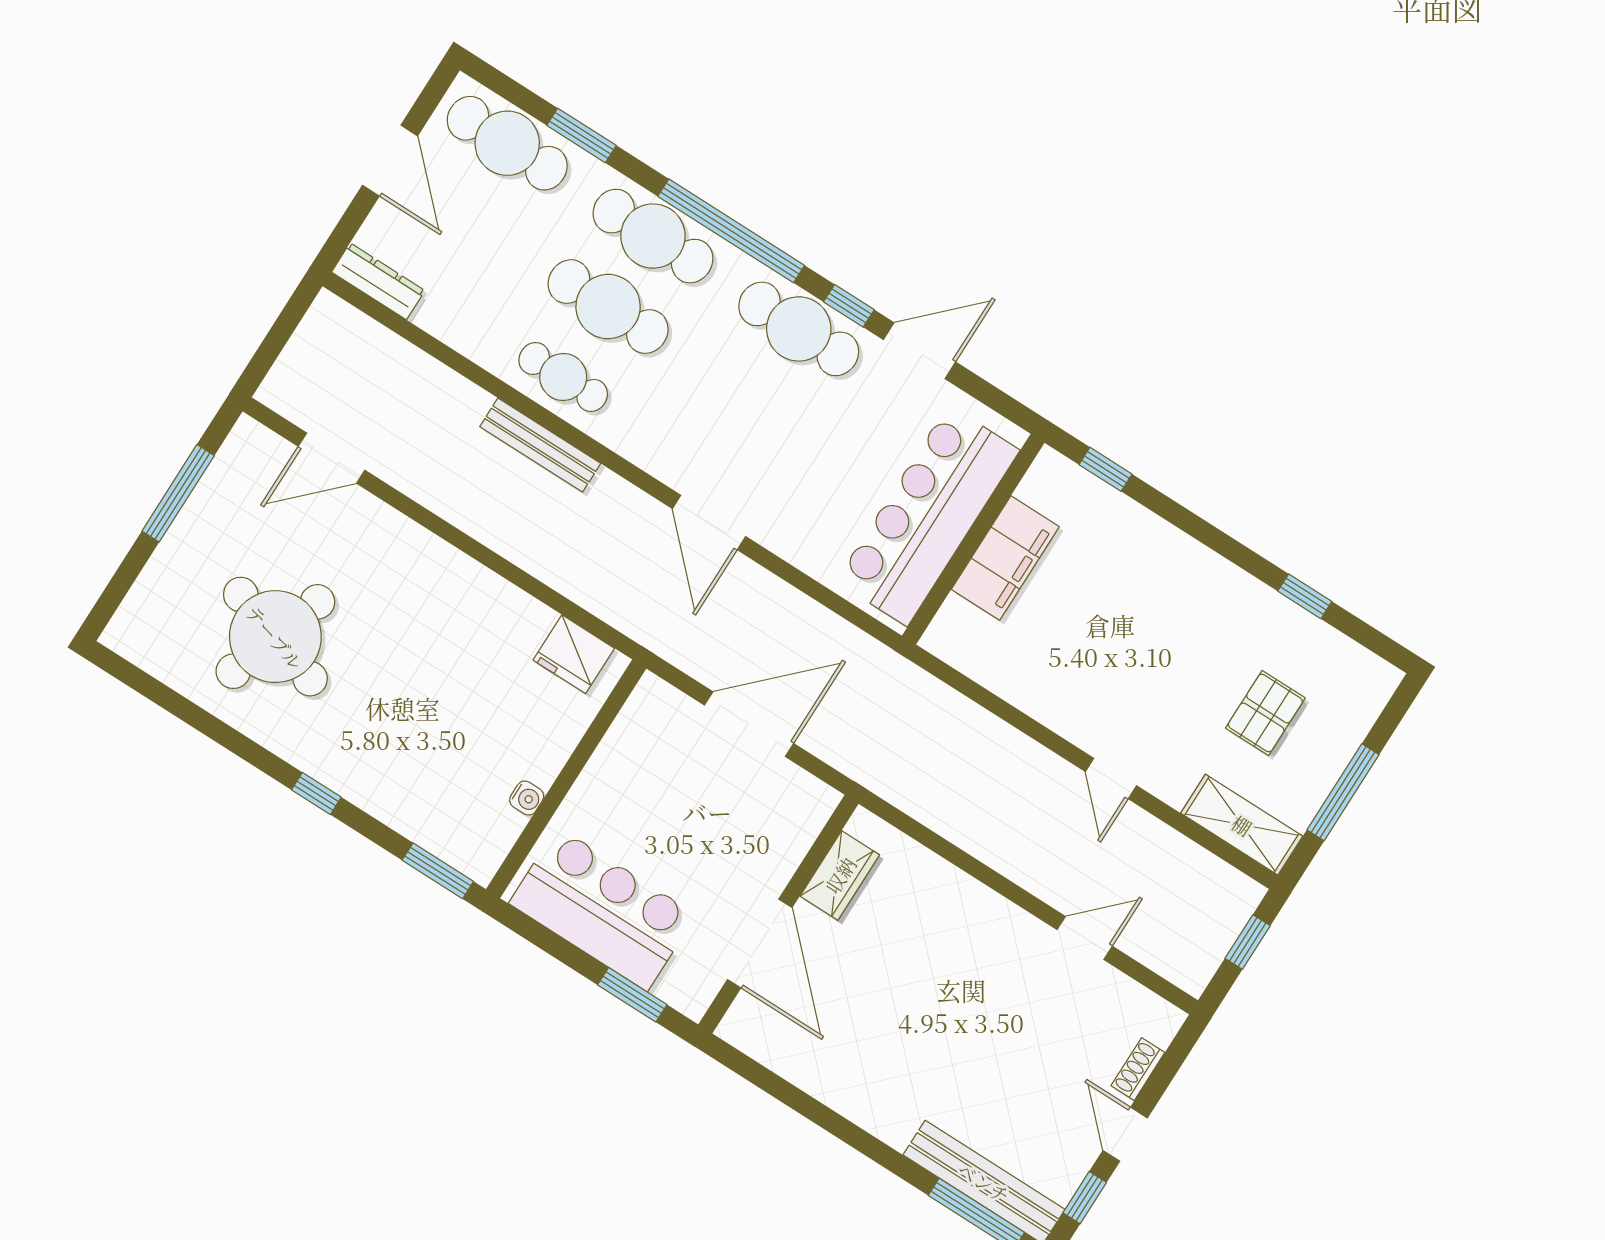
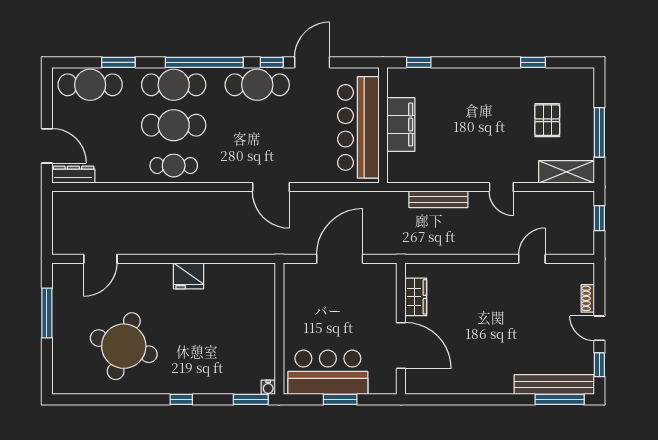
door: (390, 161) -> (47, 146), moved
bench: (540, 445) -> (438, 199), moved
fridge: (574, 654) -> (189, 276), moved
water cooler: (527, 798) -> (268, 387), moved, turned 90
window: (632, 995) -> (340, 399), moved

